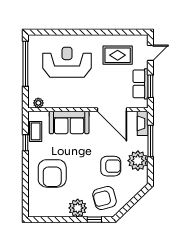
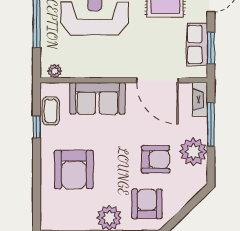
armchair: (105, 198) -> (147, 204), turned 105

